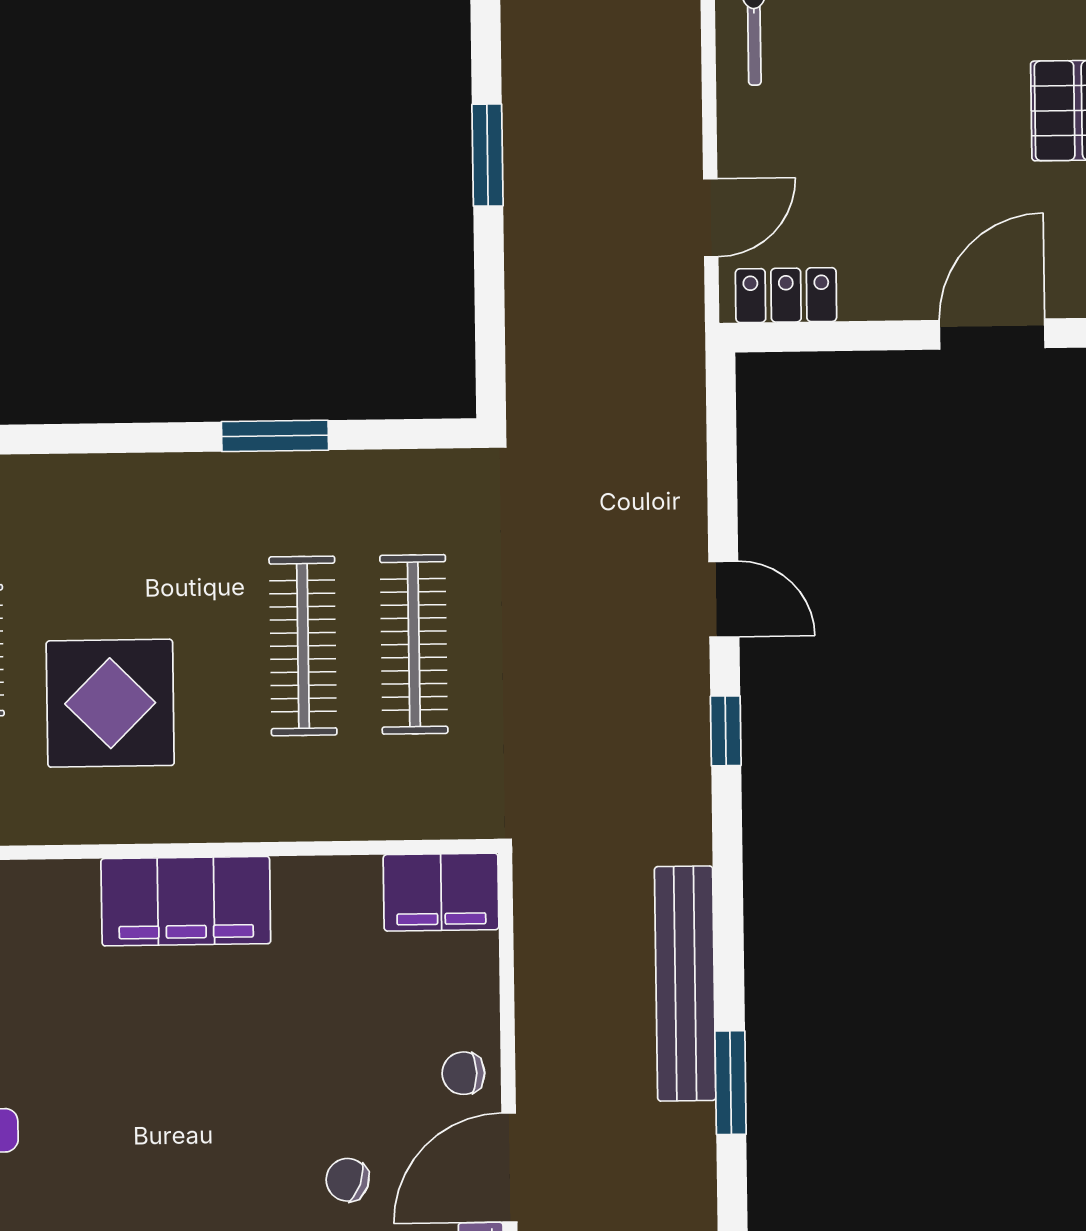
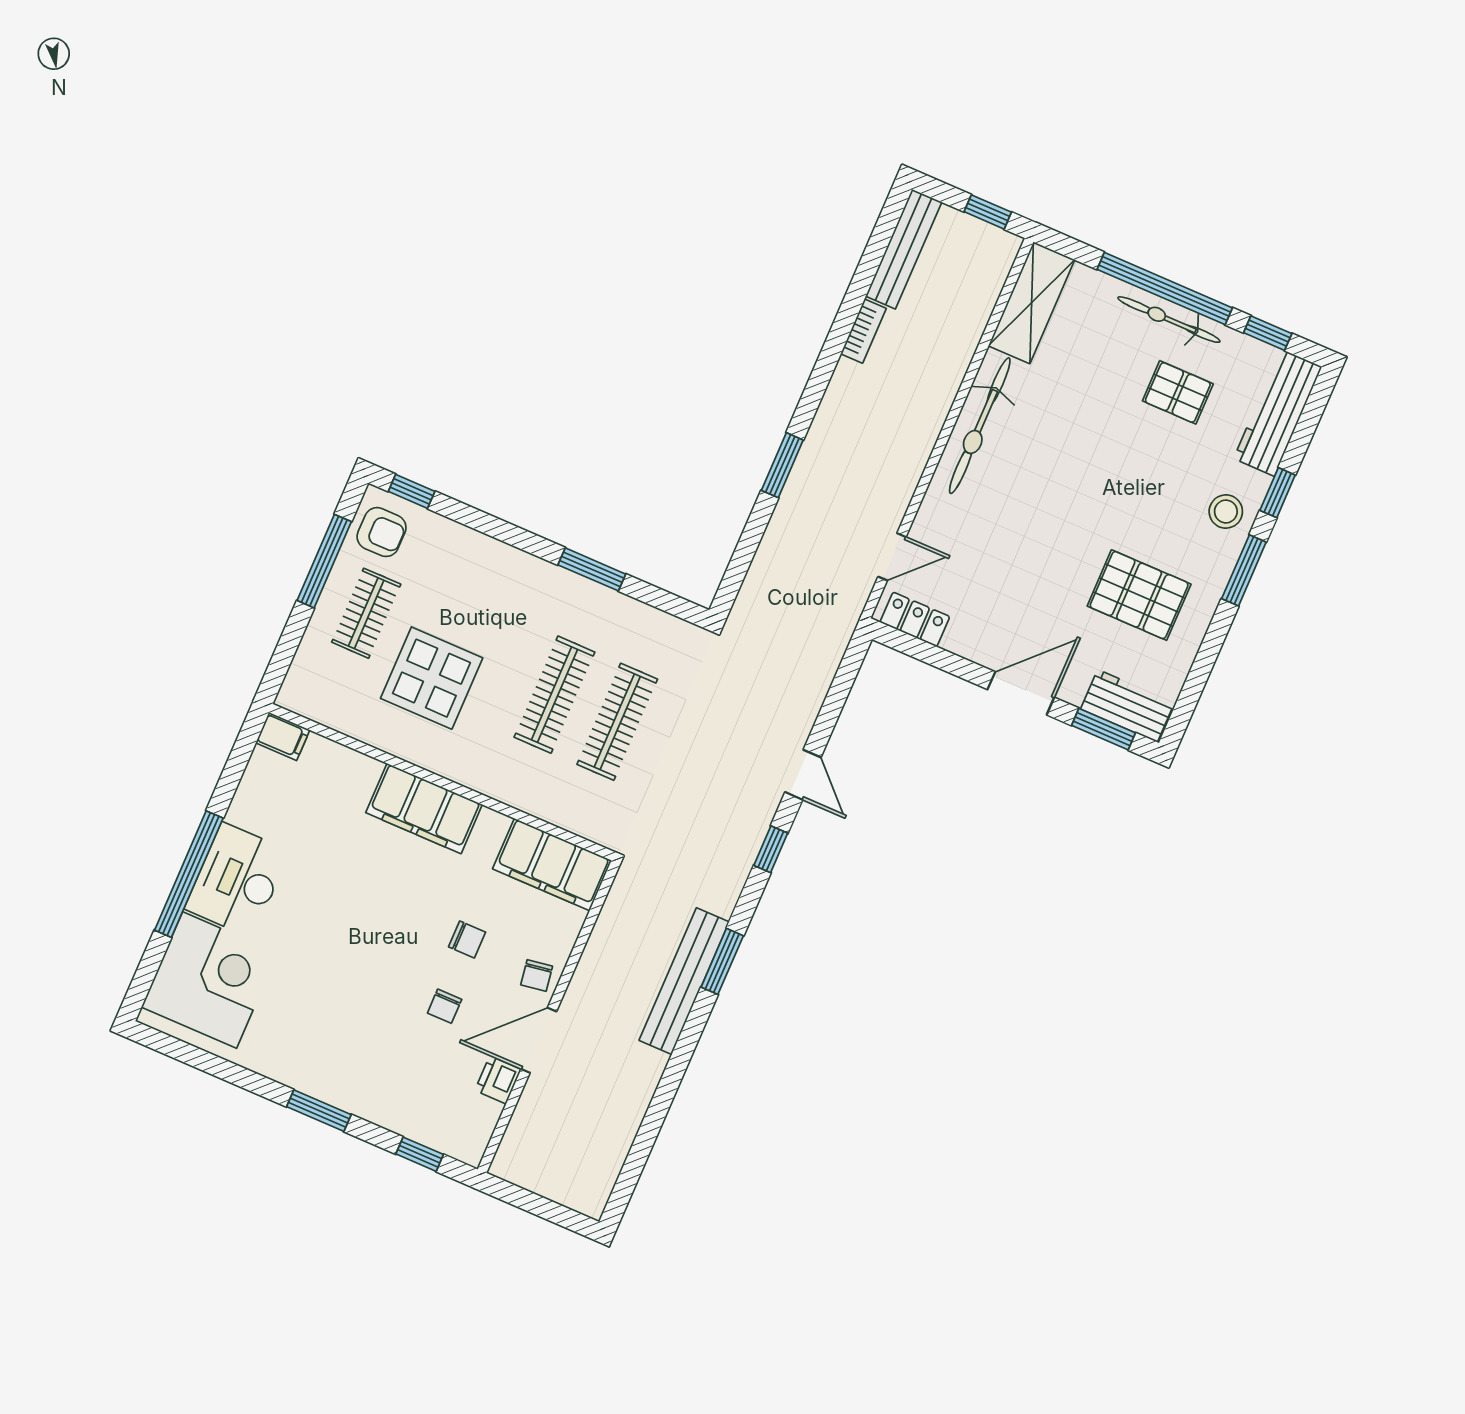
filing cabinet: (441, 892) -> (552, 865), width x1.50, depth x1.17
chair: (336, 1066) -> (467, 939), added
chair: (463, 1073) -> (537, 976), turned -99
window: (731, 1083) -> (722, 961), moved
chair: (347, 1180) -> (445, 1006), turned -110

